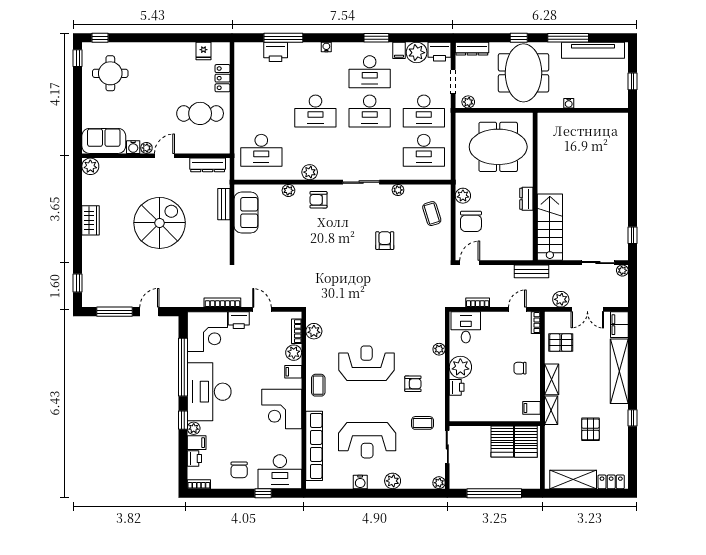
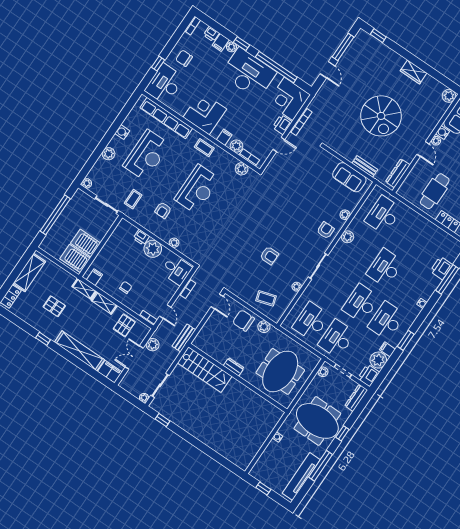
reception desk: (367, 440) -> (146, 155), turned 180

